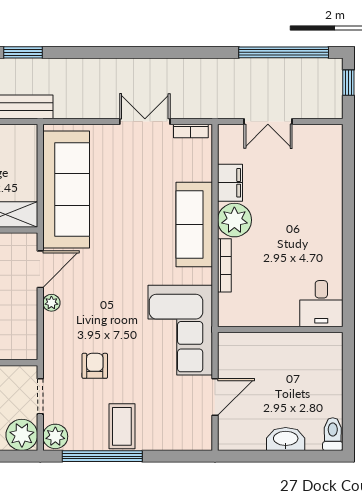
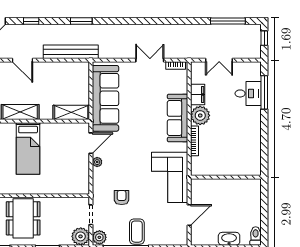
window: (284, 52) -> (228, 21), width x0.68
window: (348, 179) -> (264, 92), added
desk: (321, 304) -> (248, 93), moved, turned -90

